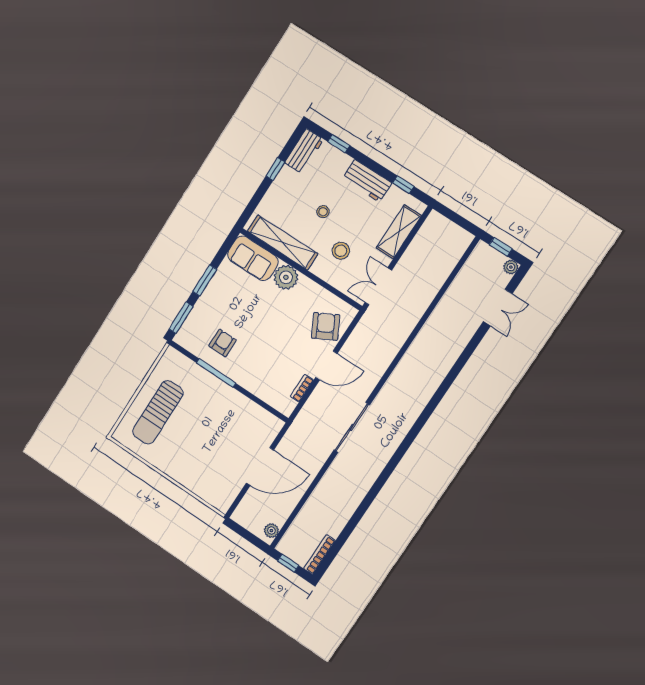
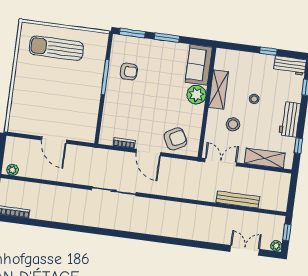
shelving: (283, 242) -> (218, 89), width x0.68
bench: (433, 287) -> (238, 200), added
double door: (498, 308) -> (245, 250), swing flipped
door: (260, 467) -> (54, 140), width x0.73

